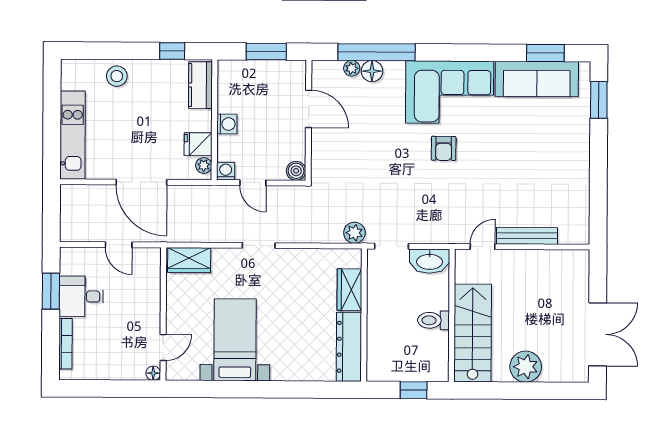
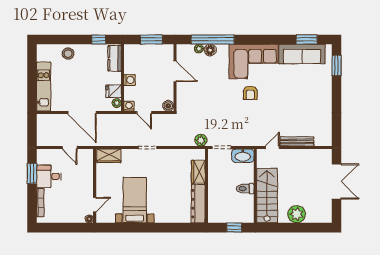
double door: (598, 334) -> (337, 181), moved

